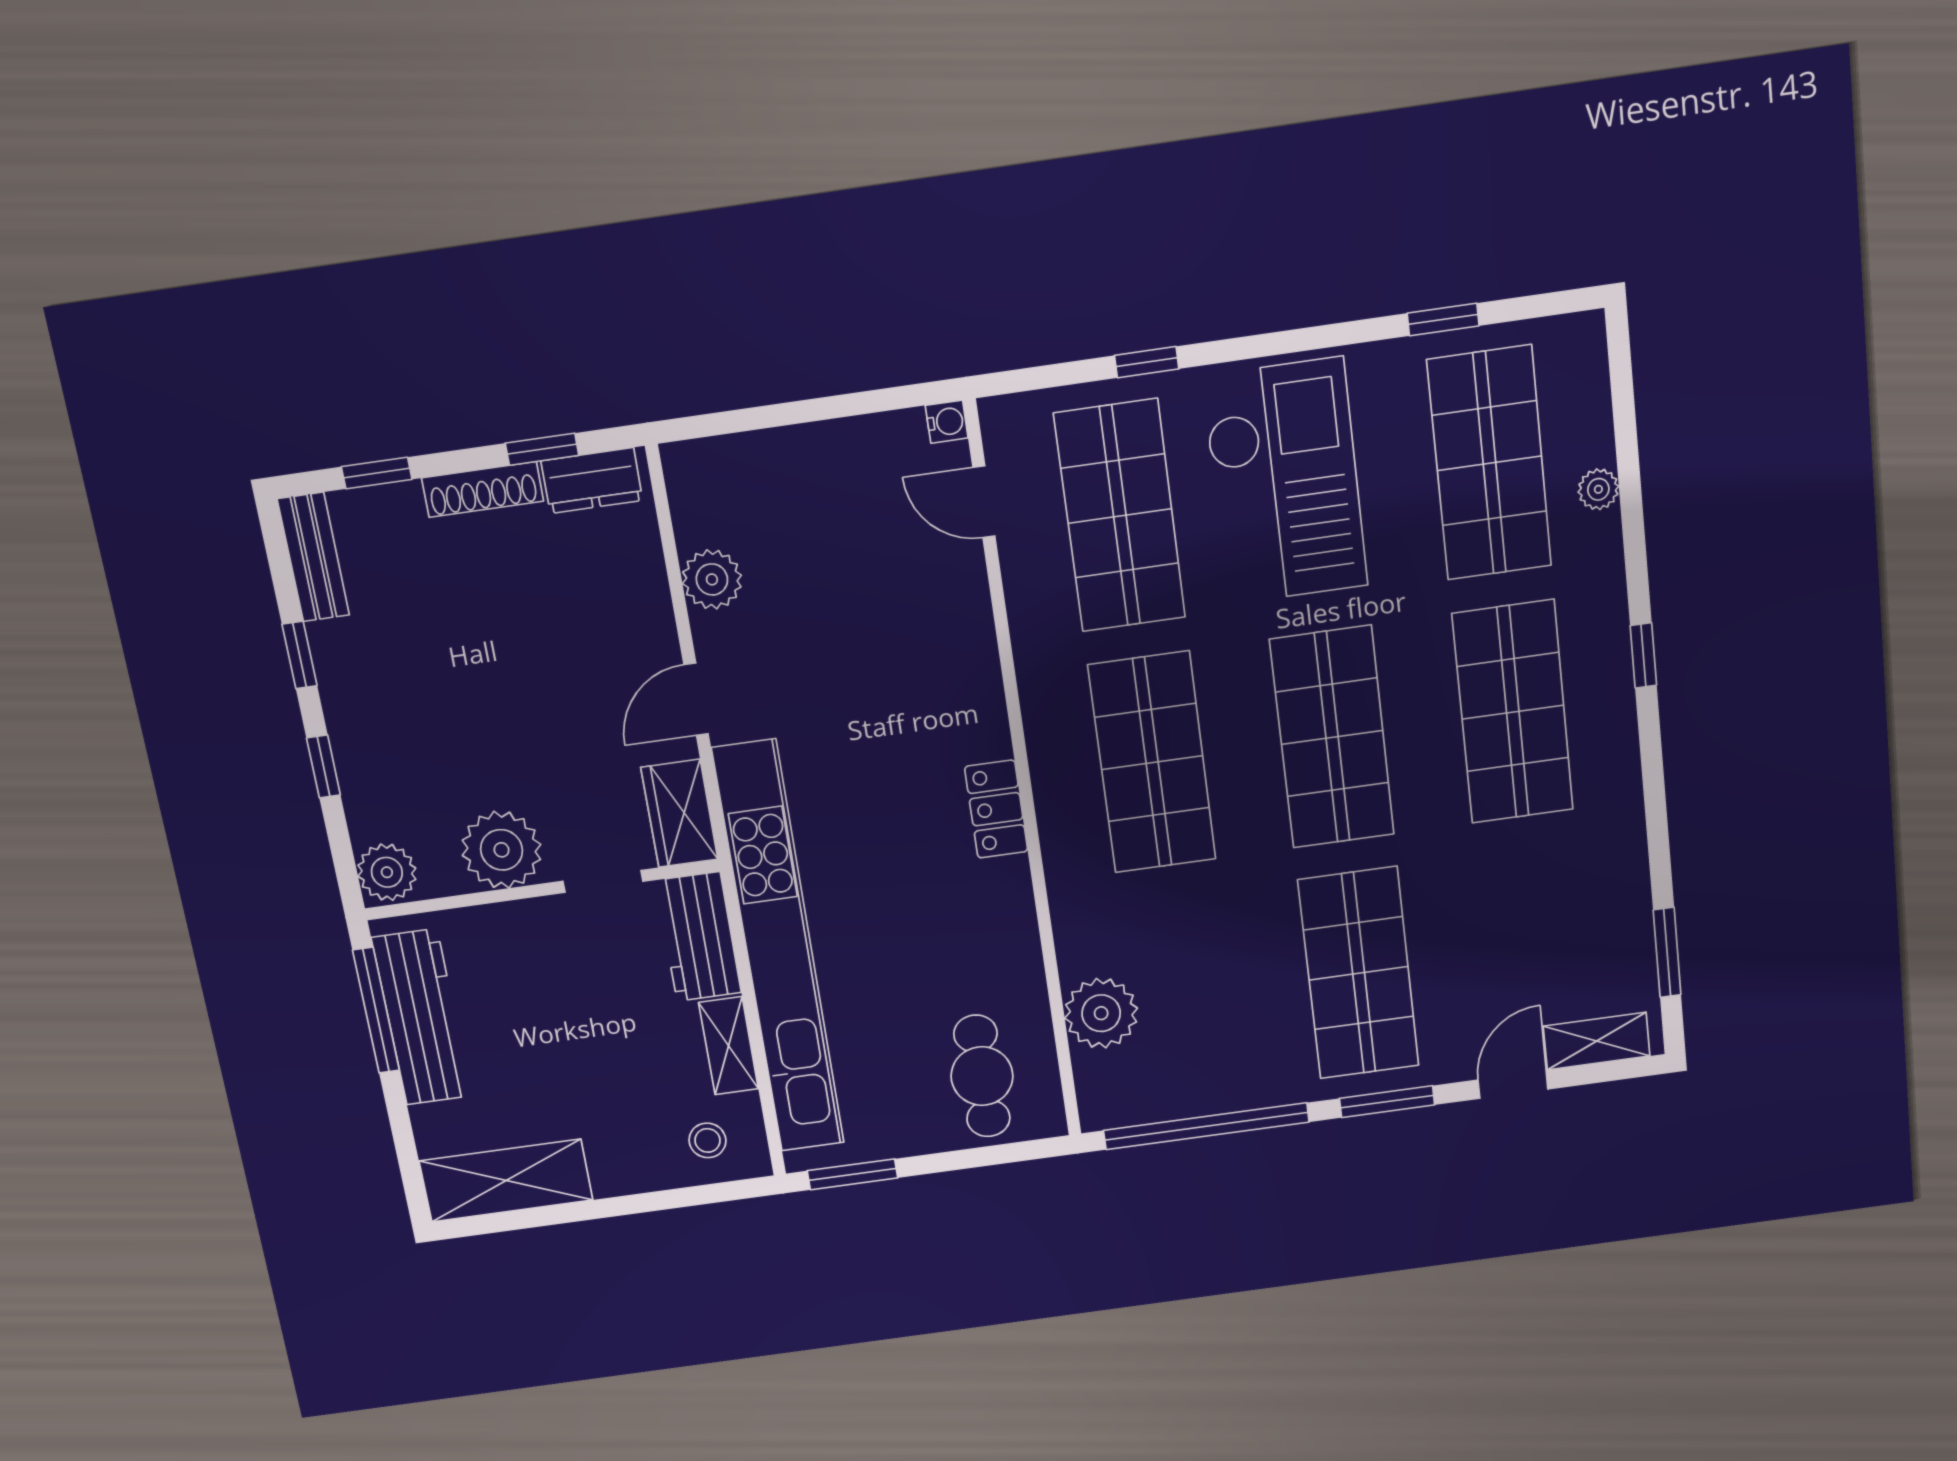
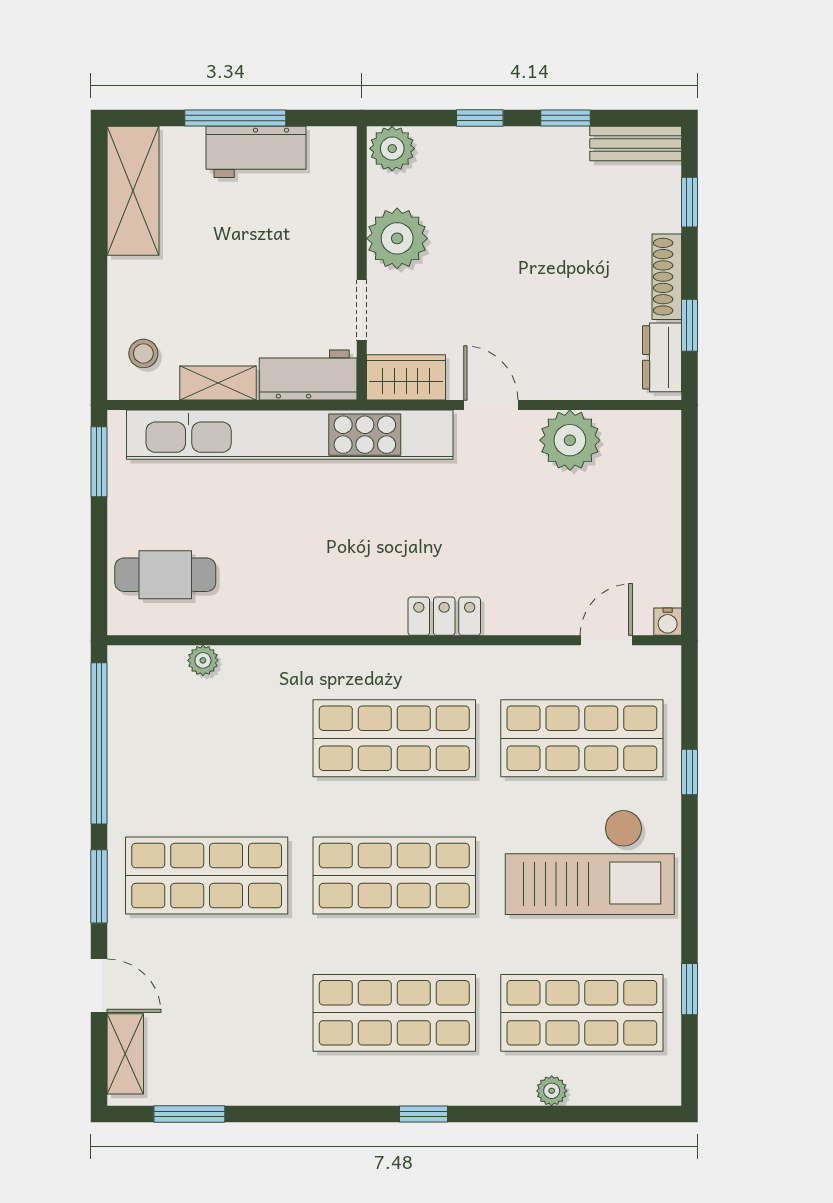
plant: (712, 579) -> (570, 440), width x1.36, depth x1.36
locker: (996, 809) -> (444, 616), moved
window: (376, 1010) -> (235, 118), moved
plant: (1101, 1013) -> (203, 660), width x0.53, depth x0.53
workbench: (422, 1017) -> (256, 152), width x0.73

